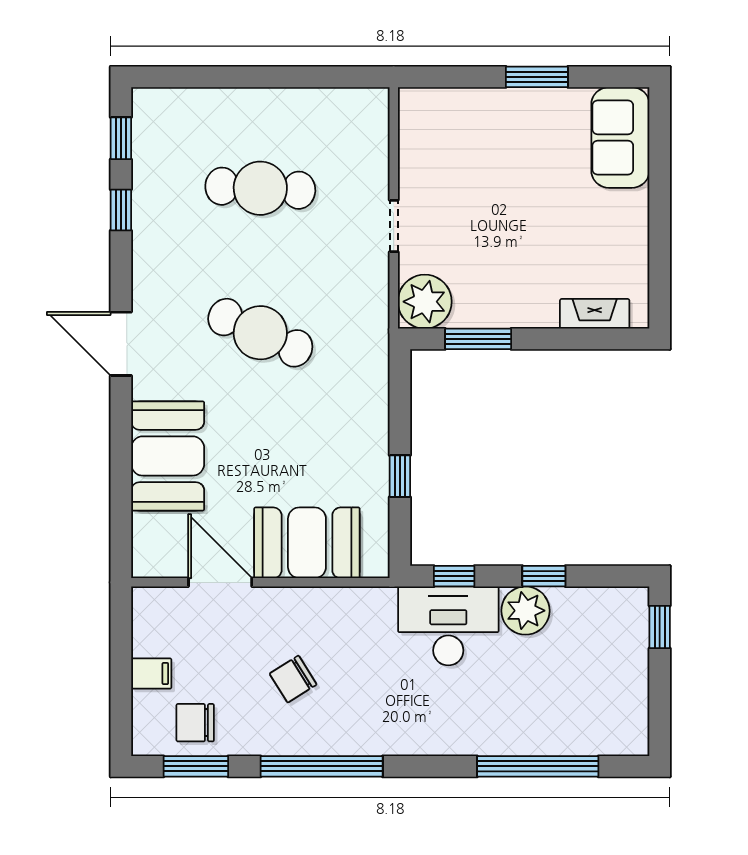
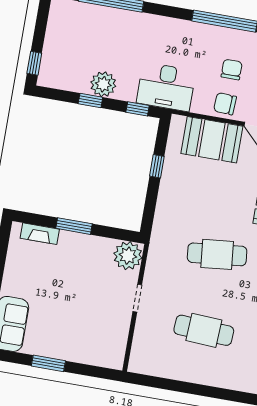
cafe table: (260, 333) -> (217, 254), turned -30
window: (478, 339) -> (74, 226), moved
chair: (294, 614) -> (225, 104), added
desk: (448, 626) -> (166, 87), moved
chair: (293, 679) -> (232, 70), turned -58

